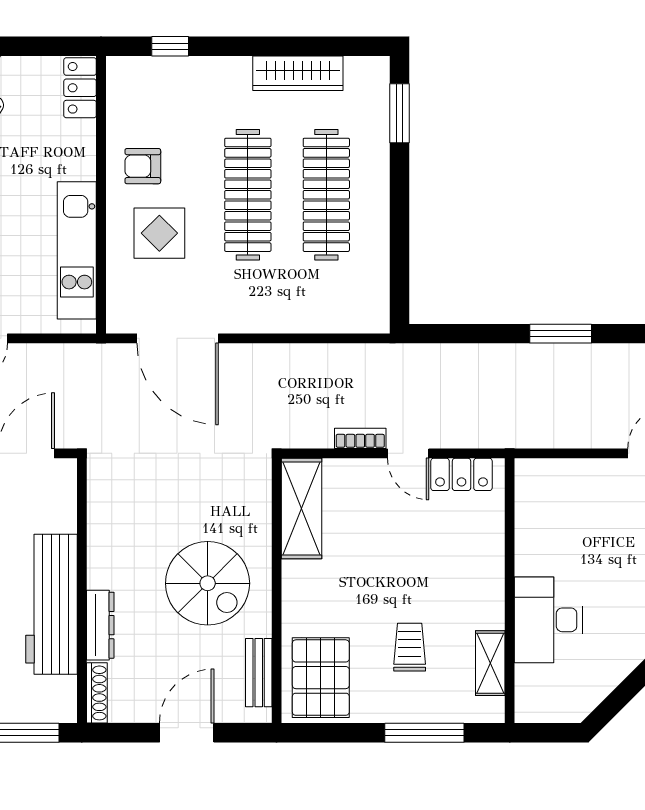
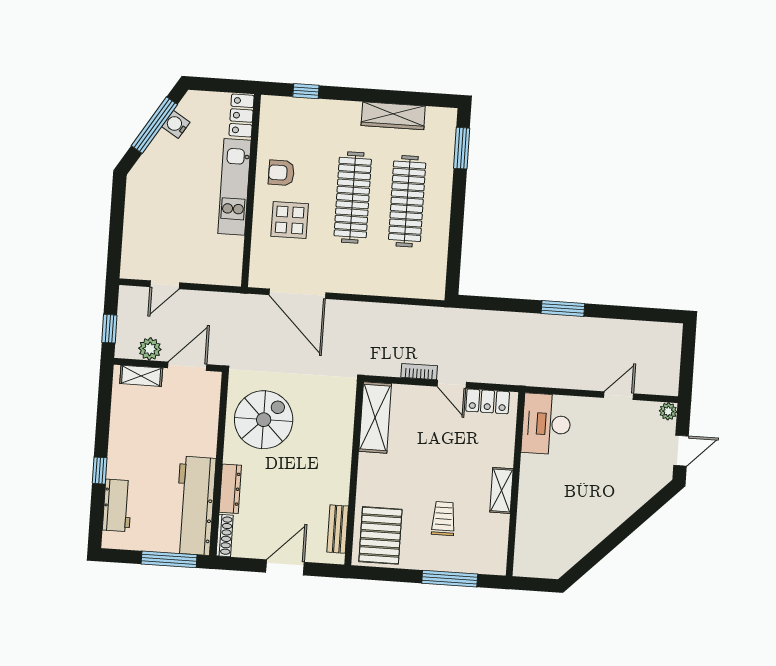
kitchen unit: (77, 250) -> (234, 187), moved
spiral stairs: (208, 583) -> (264, 420), moved, turned -90
workbench: (51, 604) -> (195, 506), moved
desk: (548, 620) -> (546, 424), moved
shelving: (490, 663) -> (501, 490), moved

